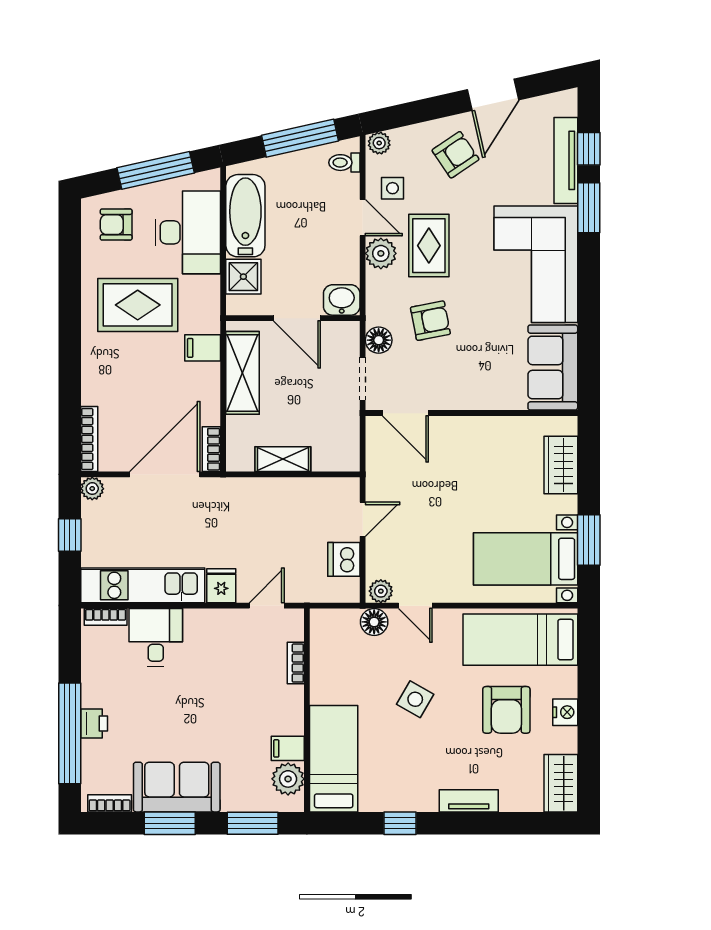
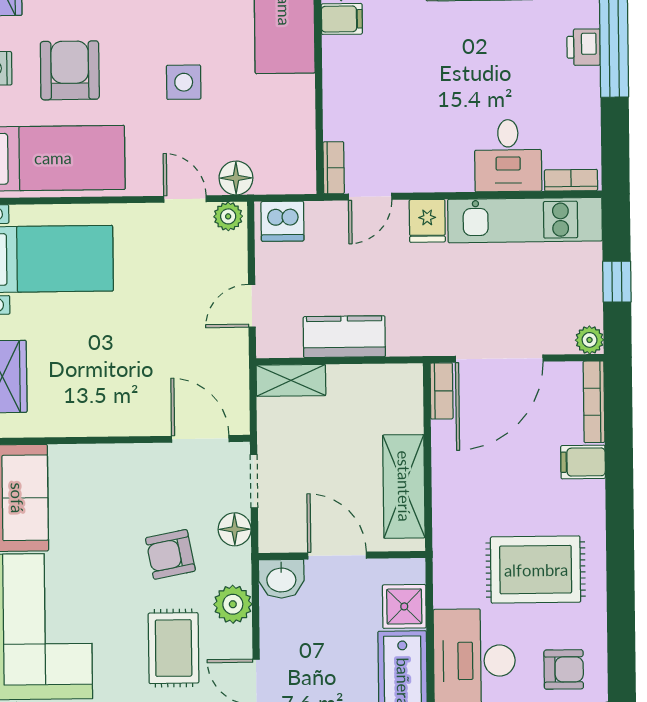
plant: (381, 253) -> (233, 604), moved
filing cabinet: (203, 348) -> (583, 462), moved, turned 180
shelving: (283, 459) -> (291, 380), moved
kitchen counter: (289, 494) -> (344, 337), added
dishwasher: (344, 559) -> (282, 221), moved, turned 90
bookcase: (296, 663) -> (334, 168), moved
side table: (415, 699) -> (184, 82), turned -30

